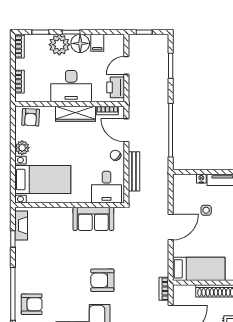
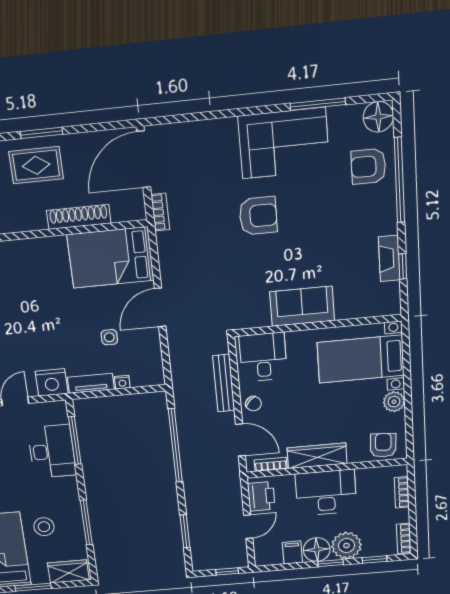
sofa: (93, 219) -> (302, 306), moved
fireplace: (21, 225) -> (389, 258), moved
bed: (199, 269) -> (111, 257), width x1.50

